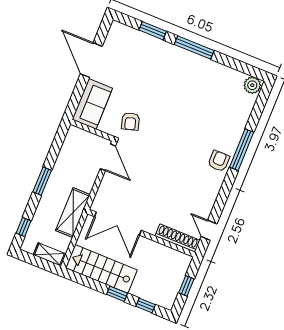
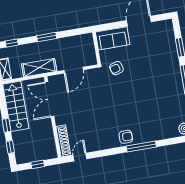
door: (108, 157) -> (74, 70), moved

